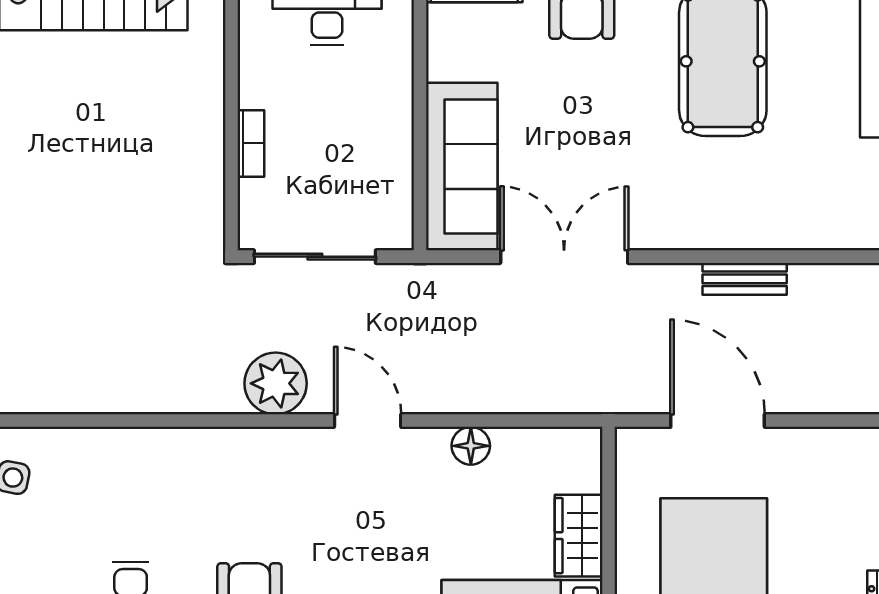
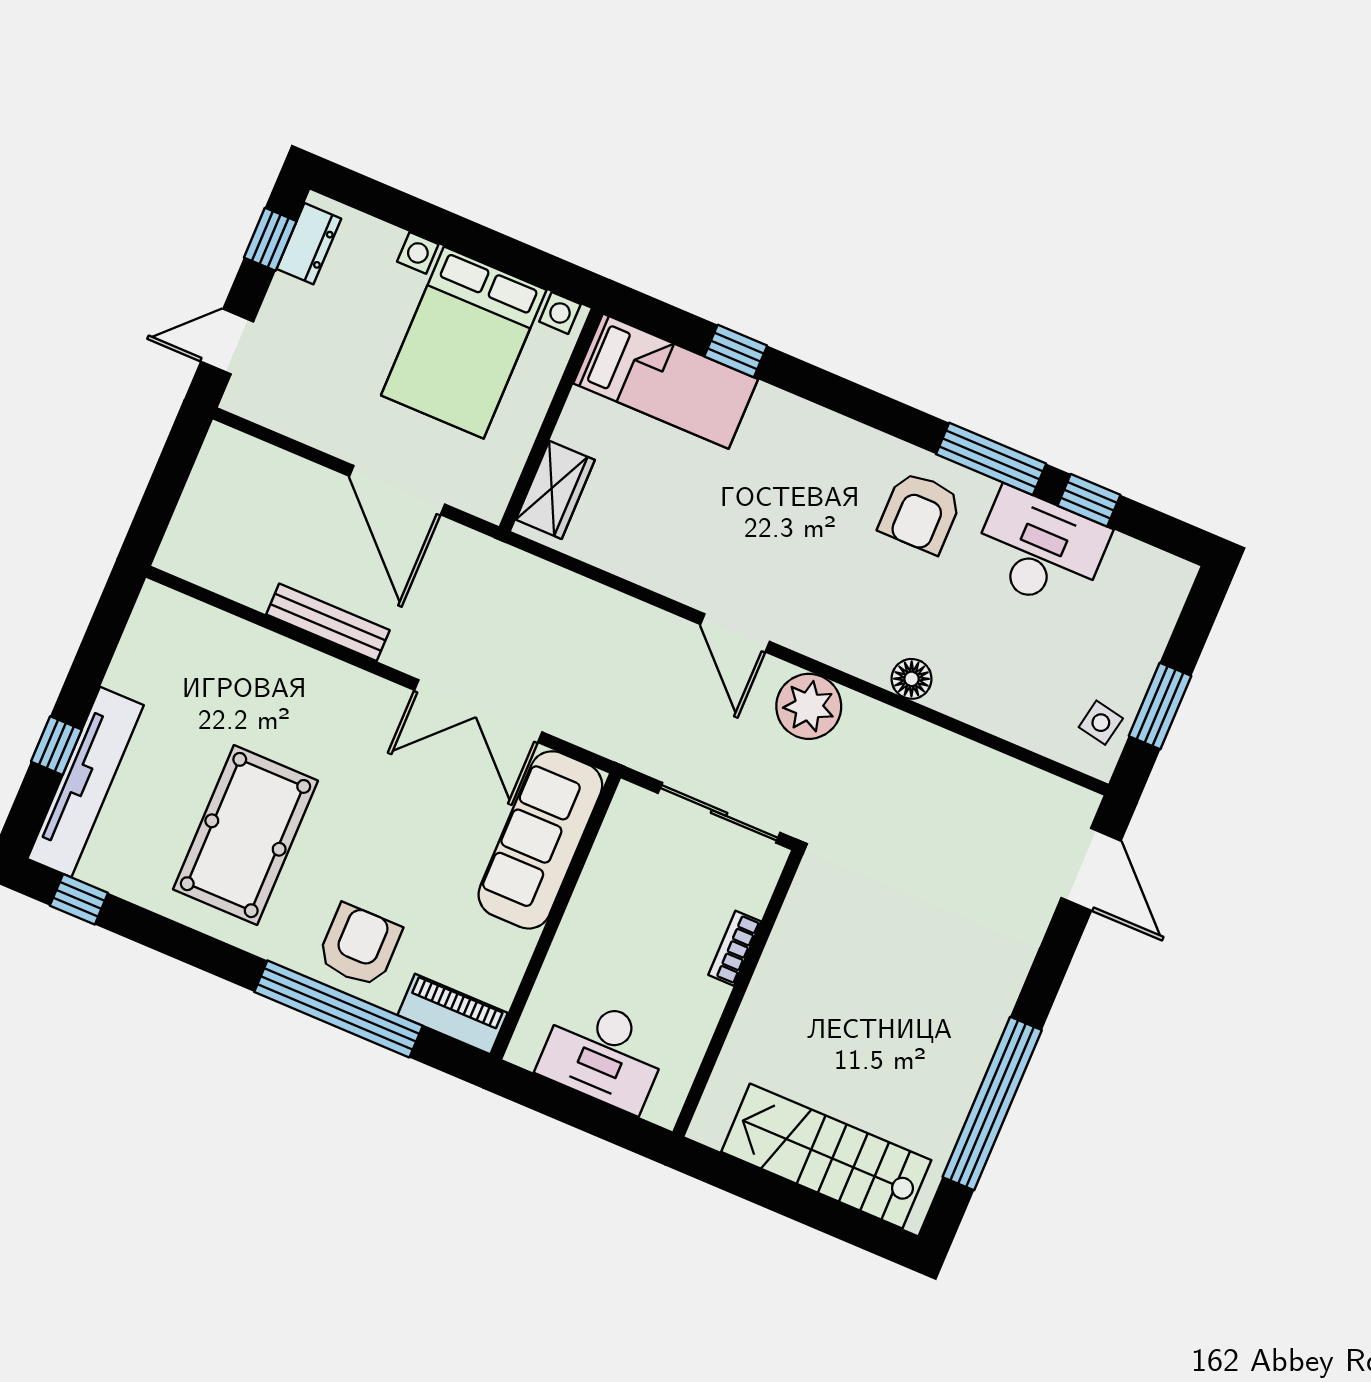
bench: (745, 279) -> (328, 622), width x1.36
floor lamp: (471, 446) -> (912, 679), moved
wardrobe: (579, 536) -> (555, 490), moved

